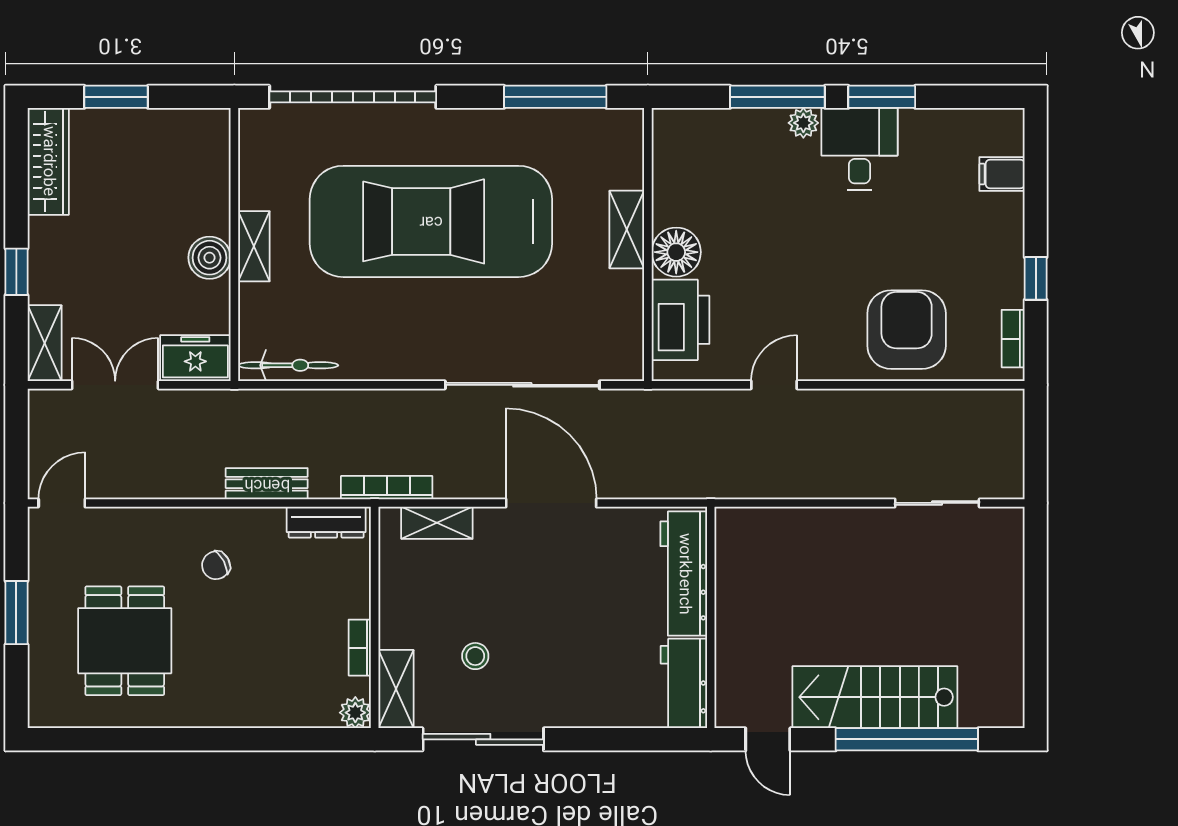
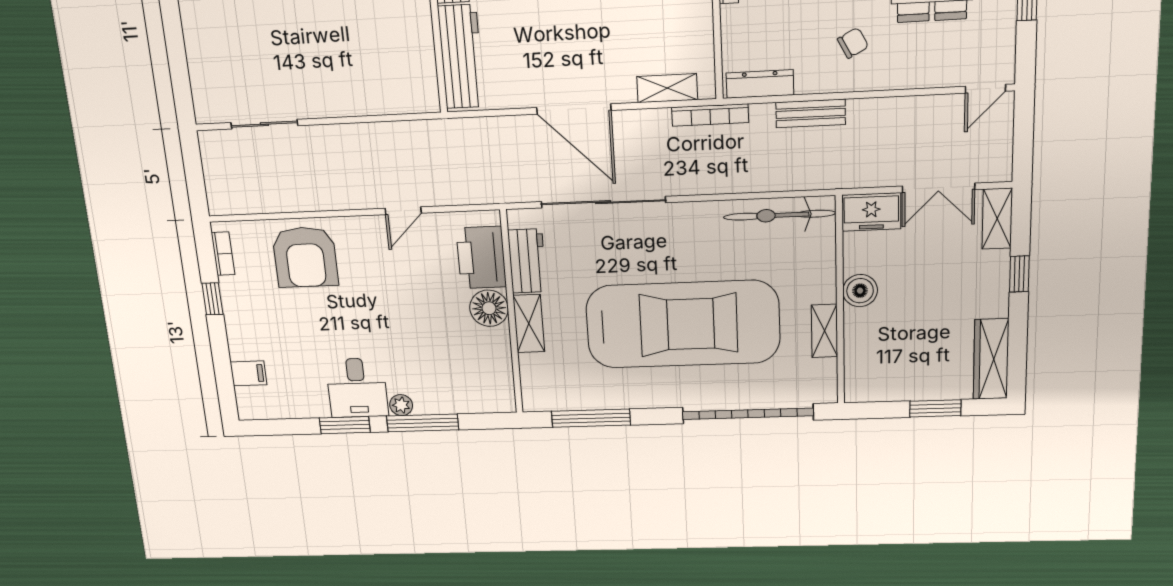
shelving: (254, 246) -> (824, 331), moved
workbench: (623, 313) -> (527, 261), added
bicycle: (288, 365) -> (780, 215), width x1.37, depth x1.40

